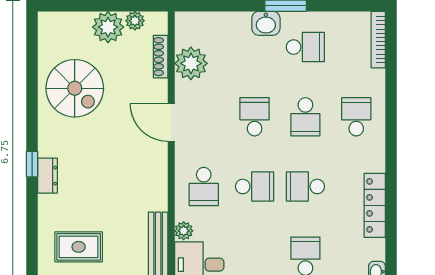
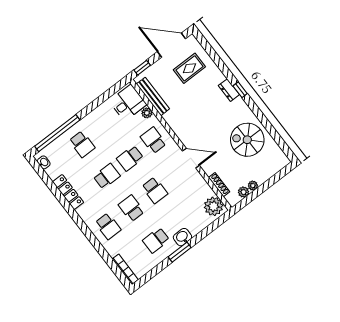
plant: (108, 27) -> (253, 186), width x0.53, depth x0.53
plant: (191, 63) -> (214, 206), moved

